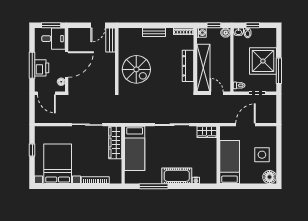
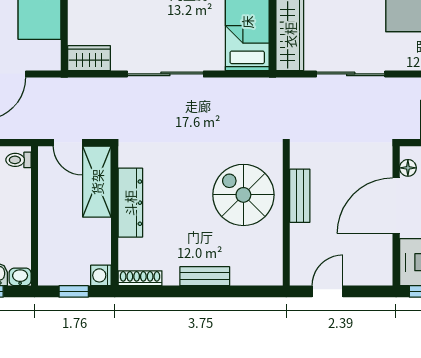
boiler: (226, 33) -> (48, 275), removed
bench: (111, 40) -> (300, 196), moved
shelving: (203, 68) -> (97, 182), width x0.68

